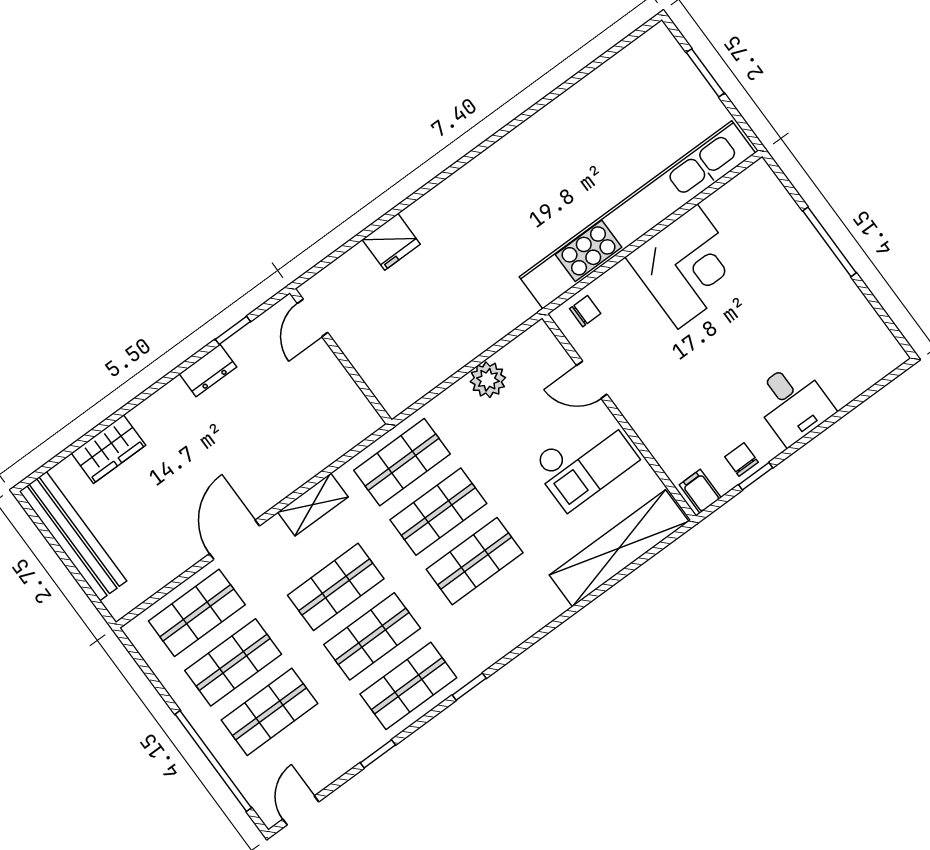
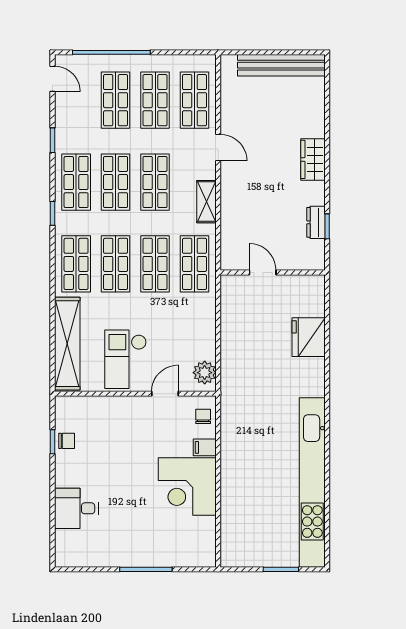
kitchen unit: (637, 215) -> (312, 482), moved, turned 180
fridge: (391, 242) -> (309, 337), width x1.36, depth x1.34
chair: (585, 311) -> (203, 416), turned 180
door: (313, 318) -> (263, 272), moved
dresser: (208, 370) -> (316, 222), moved
plant: (488, 380) -> (205, 373), moved
desk: (793, 403) -> (76, 508), moved
wardrobe: (108, 449) -> (313, 159), moved
filing cabinet: (700, 491) -> (205, 447), moved, turned 180
door: (234, 540) -> (218, 148), width x0.73
shop shelf: (511, 610) -> (76, 264), added

